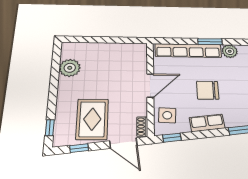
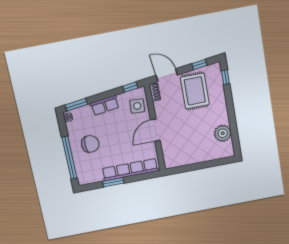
plant: (230, 51) -> (95, 176), removed
chair: (208, 90) -> (90, 144), moved

